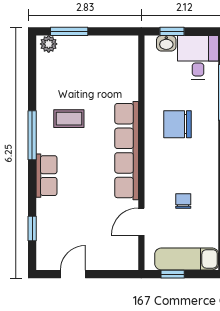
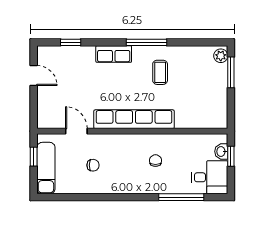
chair: (177, 124) -> (155, 161), width x0.54, depth x0.54

